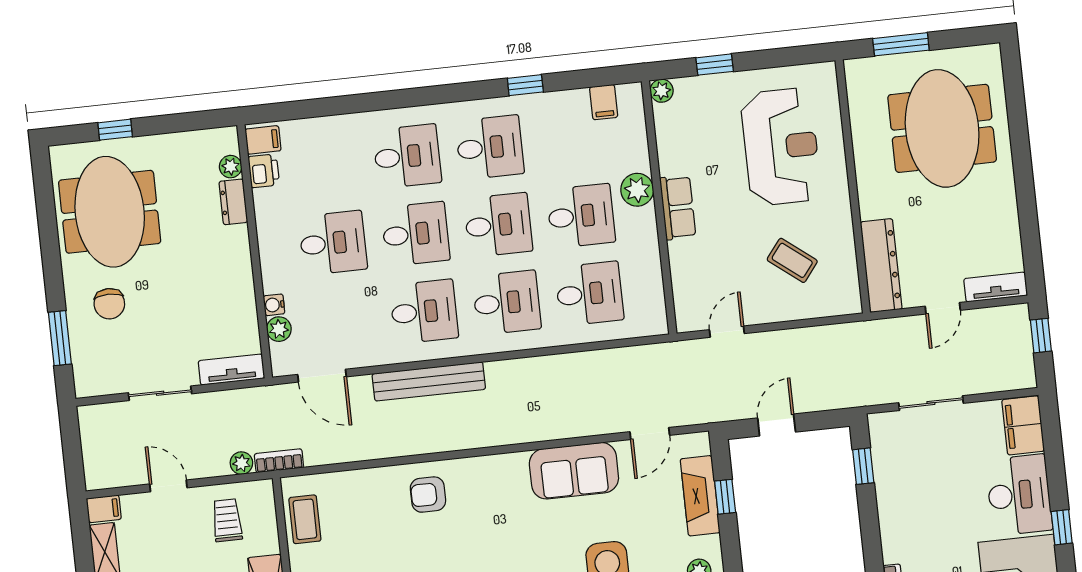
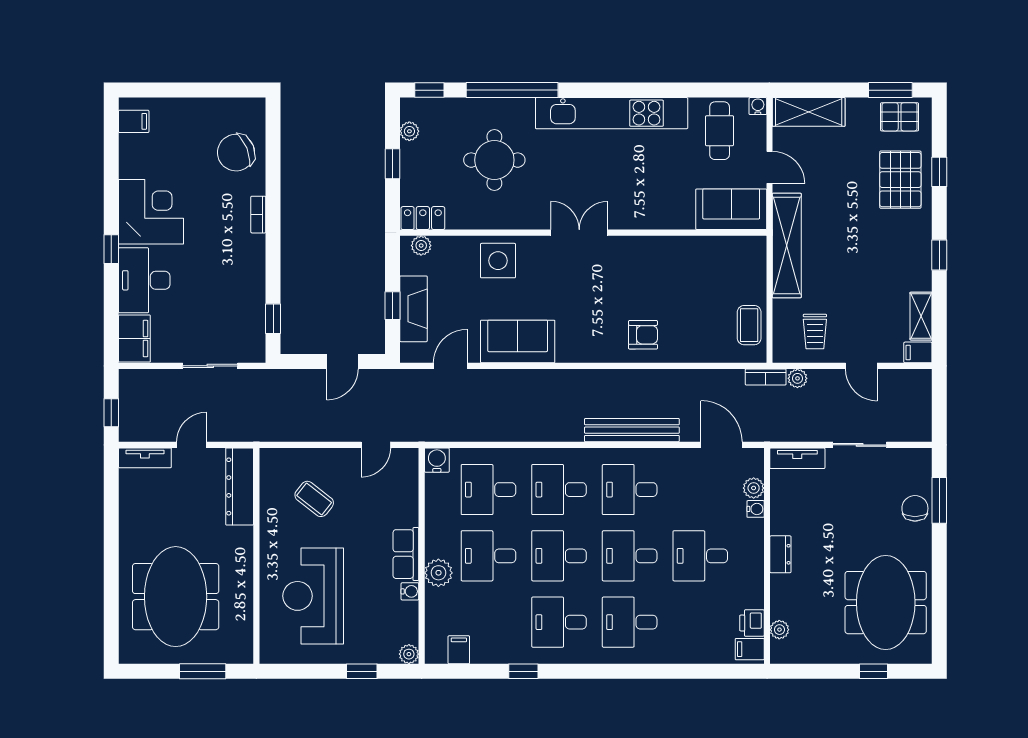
water cooler: (668, 164) -> (410, 591), added
dresser: (233, 202) -> (780, 554), moved
chair: (109, 304) -> (915, 508), moved
water cooler: (653, 322) -> (437, 460), added

